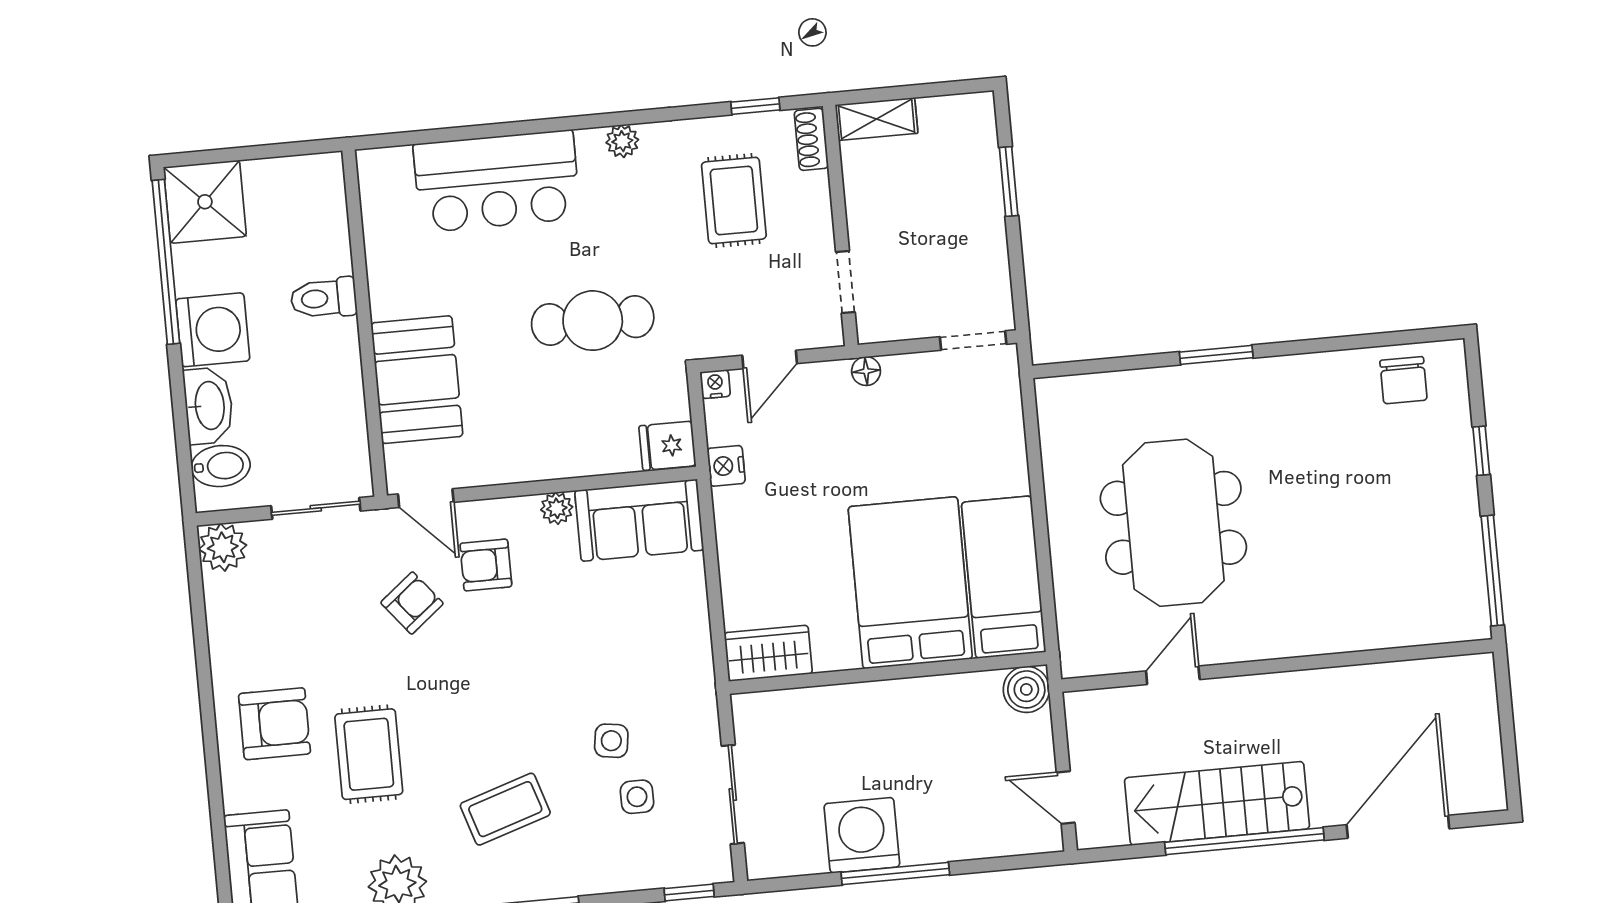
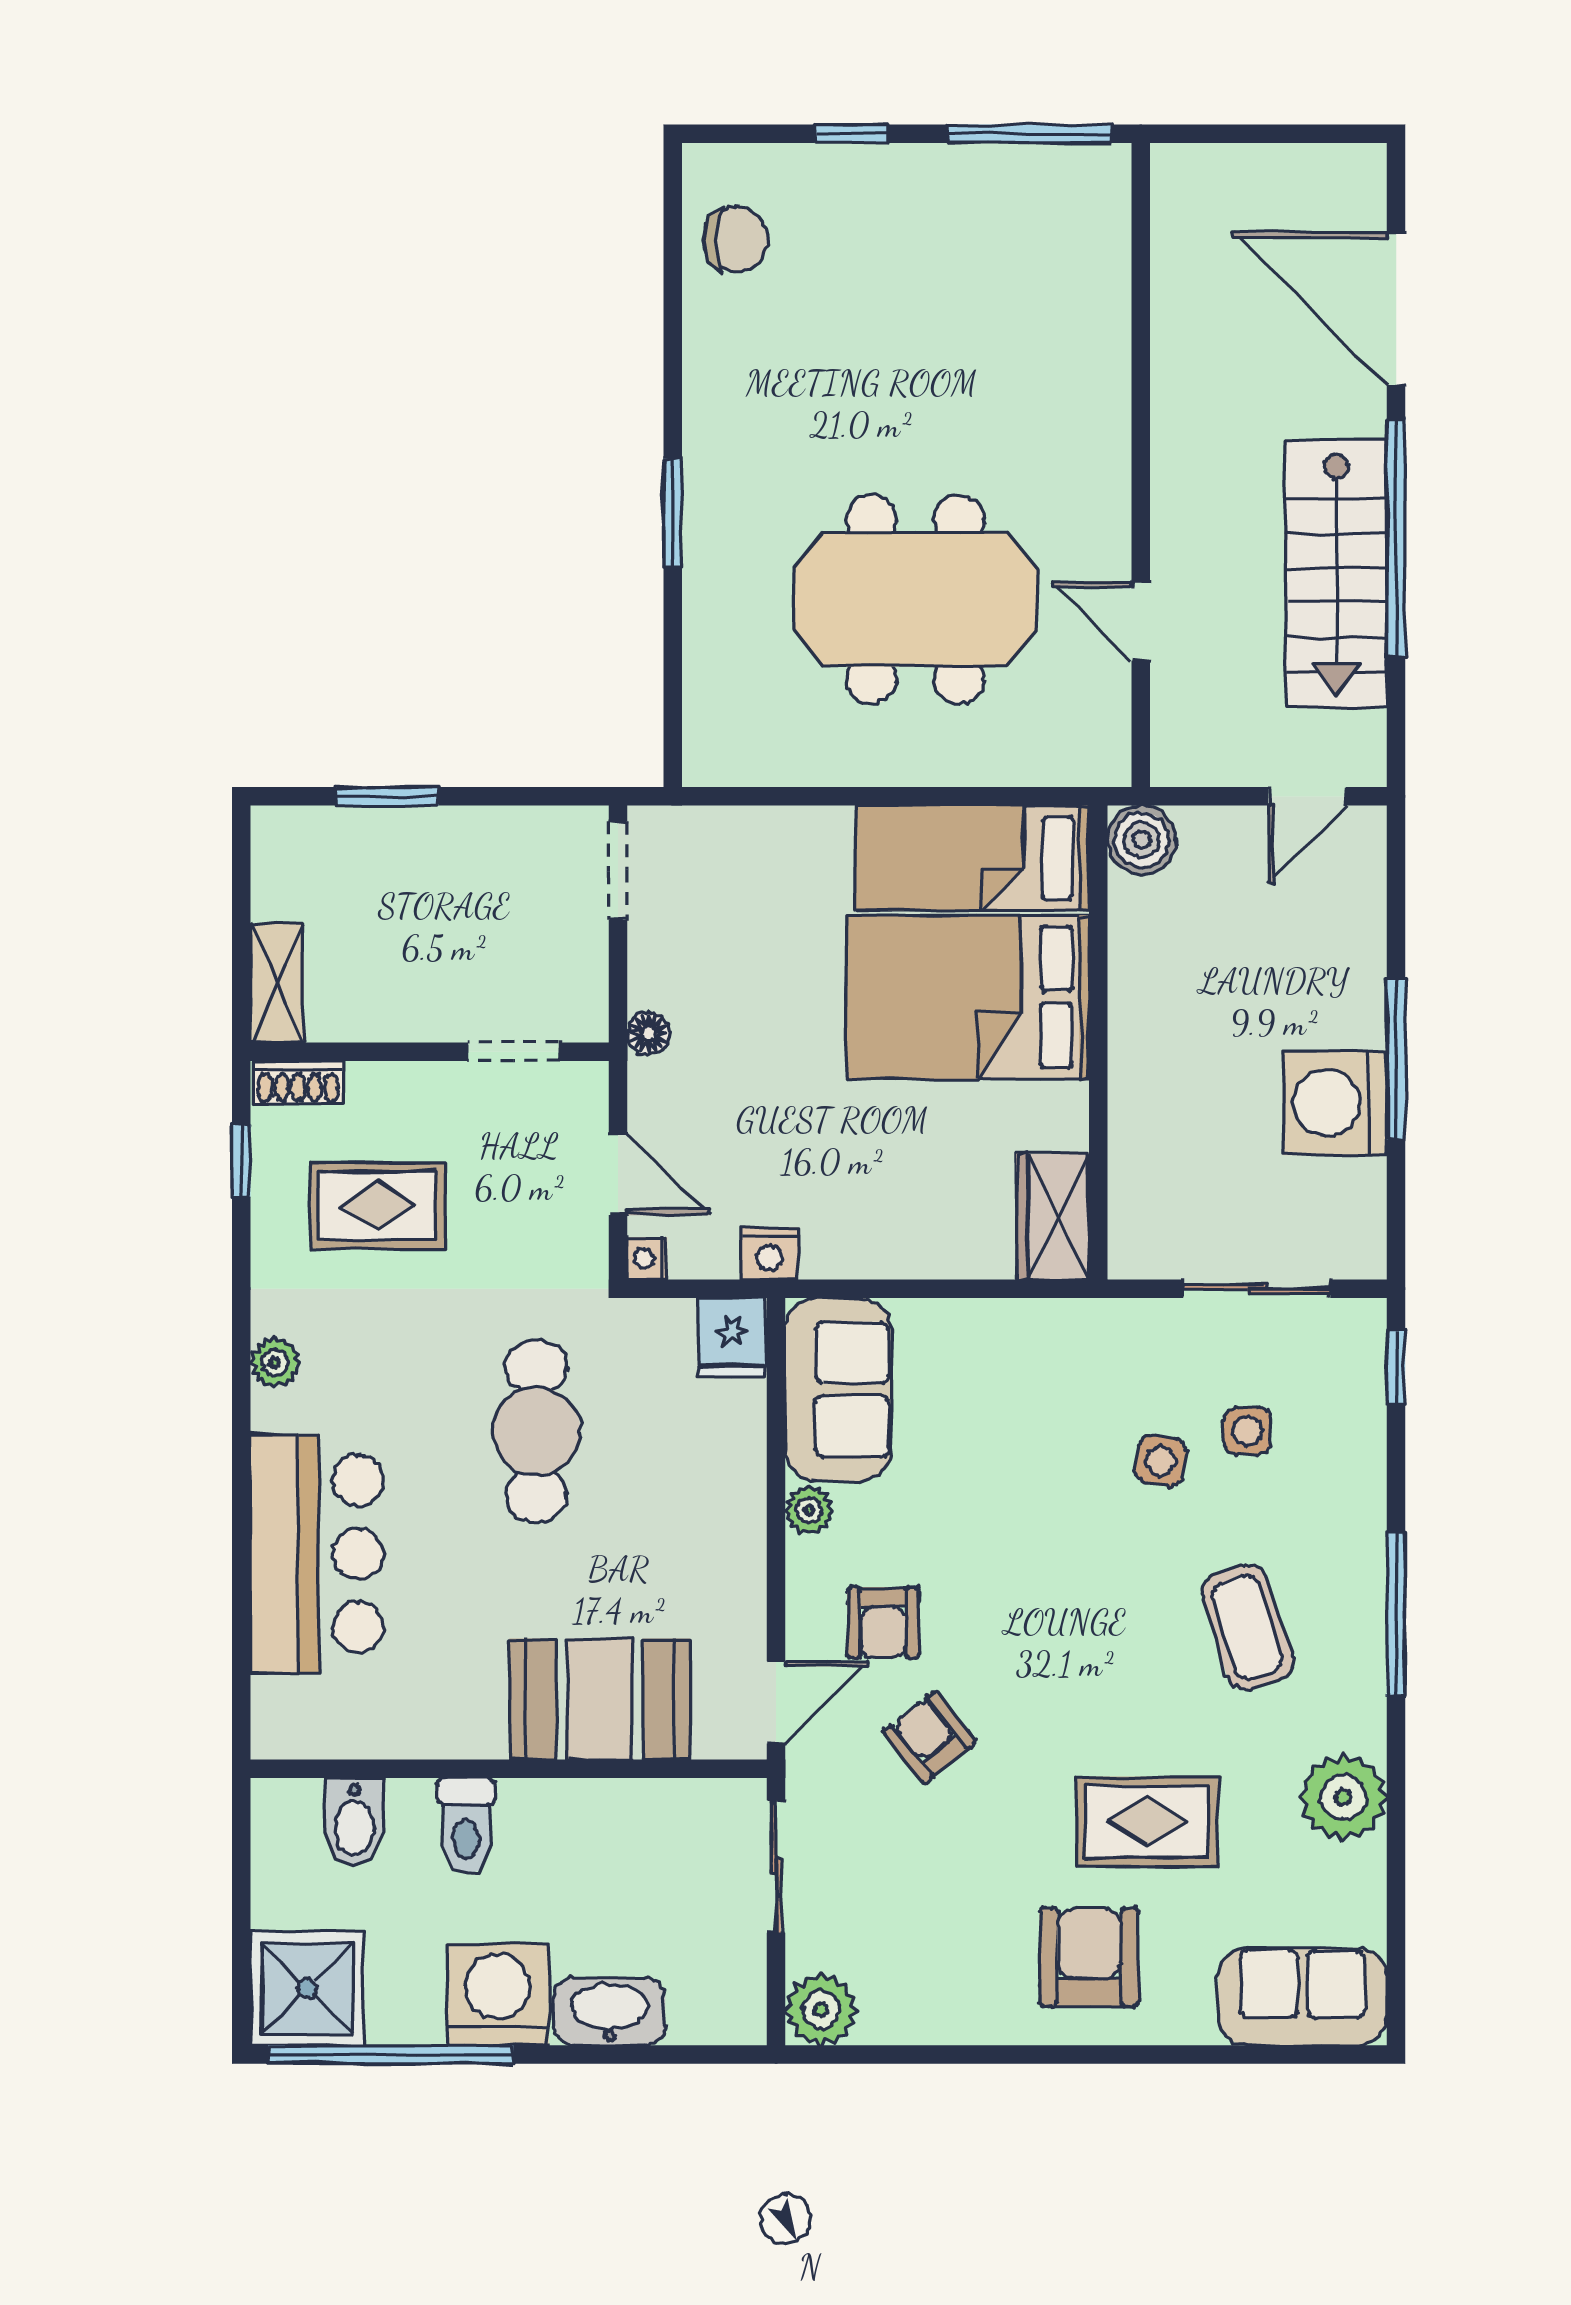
bidet: (221, 466) -> (354, 1822), moved, turned 180

